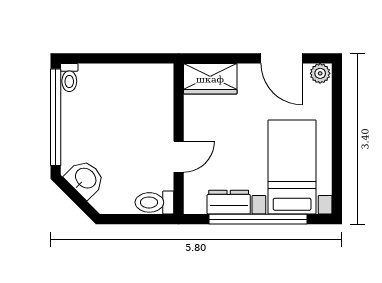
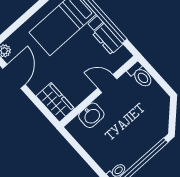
washbasin: (85, 179) -> (91, 115), moved, turned -135

